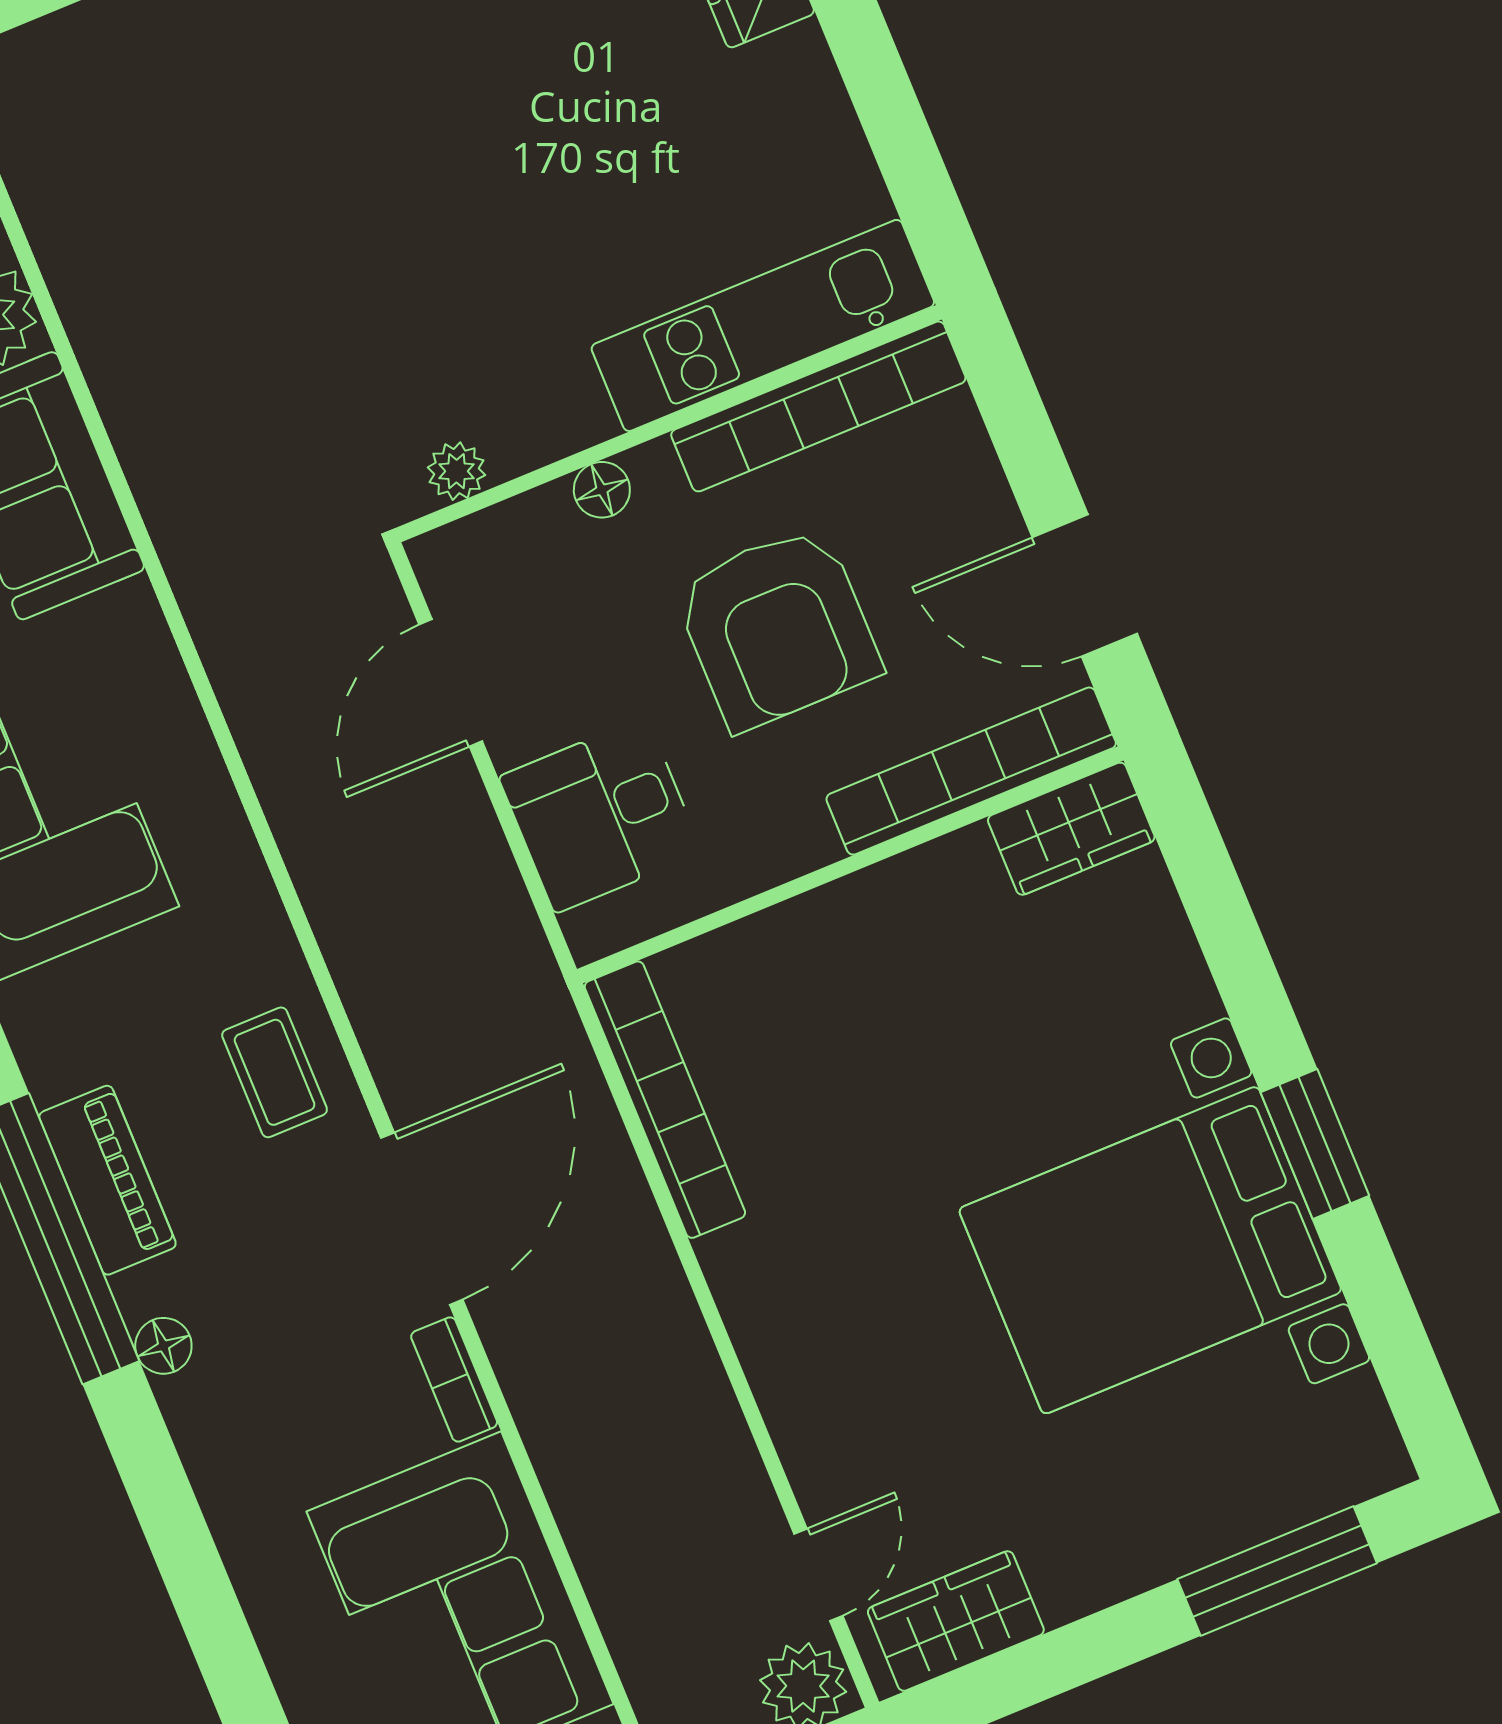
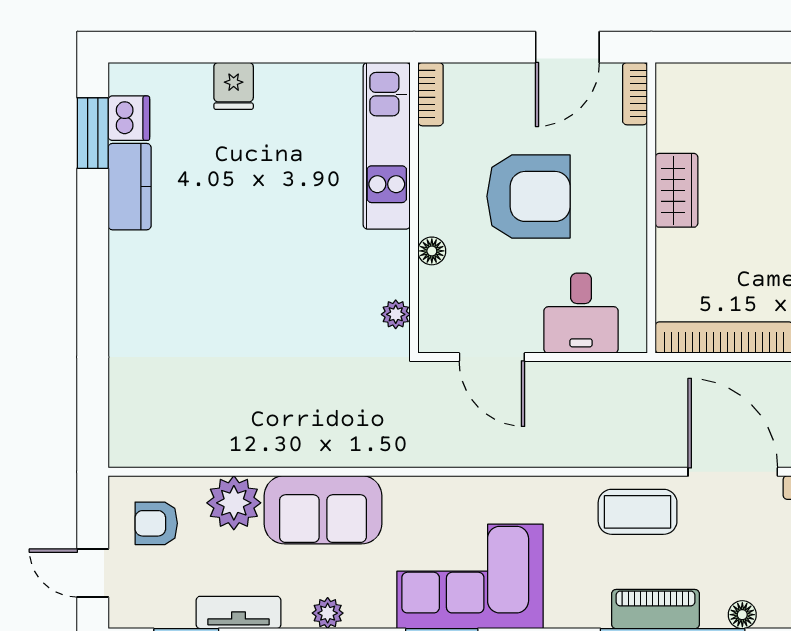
bookcase: (818, 406) -> (431, 94), width x0.43, depth x0.76
bookcase: (971, 771) -> (635, 94), width x0.43, depth x0.76
wardrobe: (1071, 829) -> (677, 190), moved
coffee table: (275, 1072) -> (638, 512), width x1.36, depth x1.30

